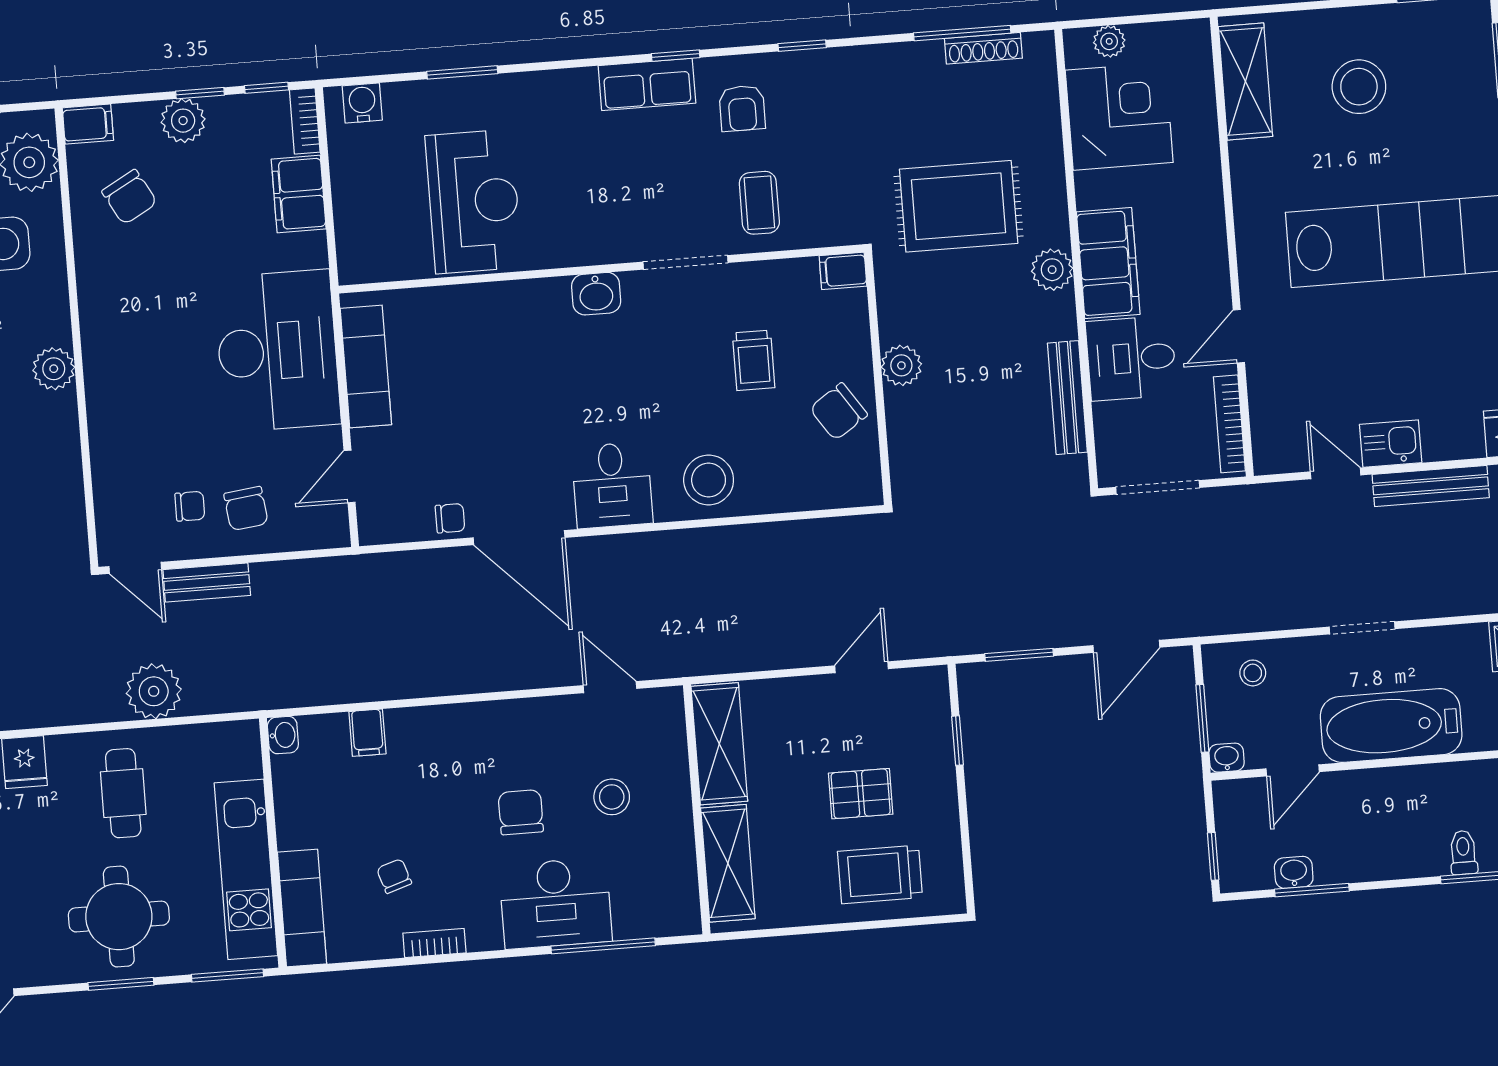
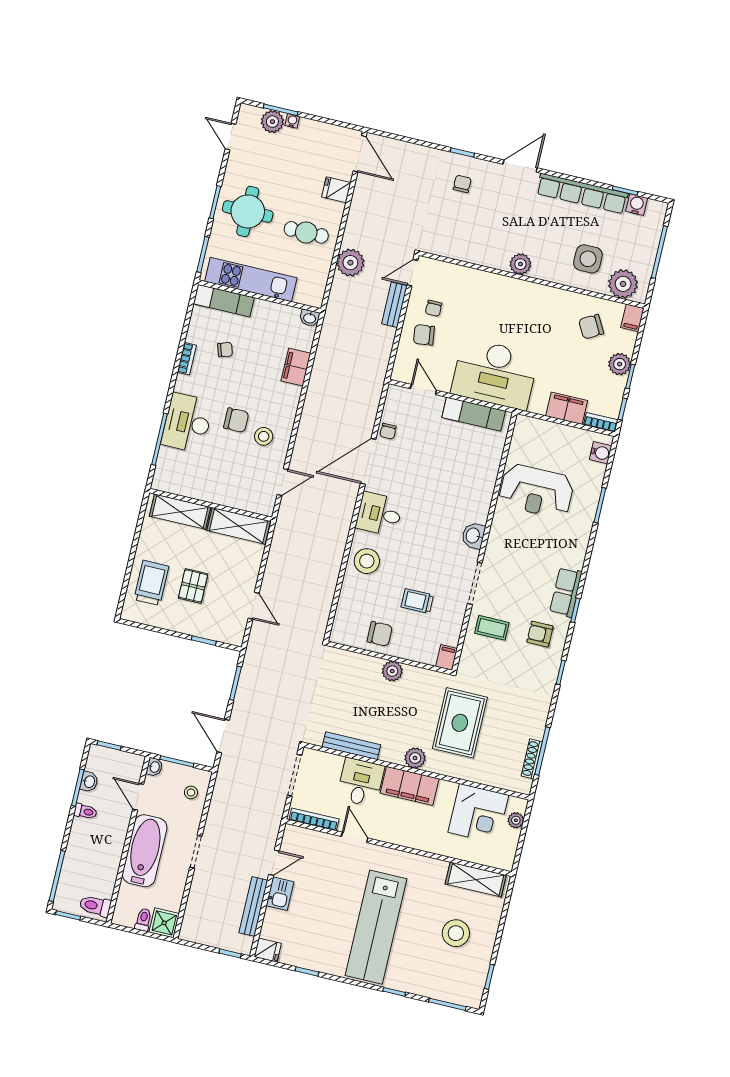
chair: (839, 412) -> (380, 634), turned 124
filing cabinet: (367, 733) -> (296, 367), width x2.00
stool: (612, 797) -> (264, 436), moved
toilet: (1463, 852) -> (85, 811), moved

